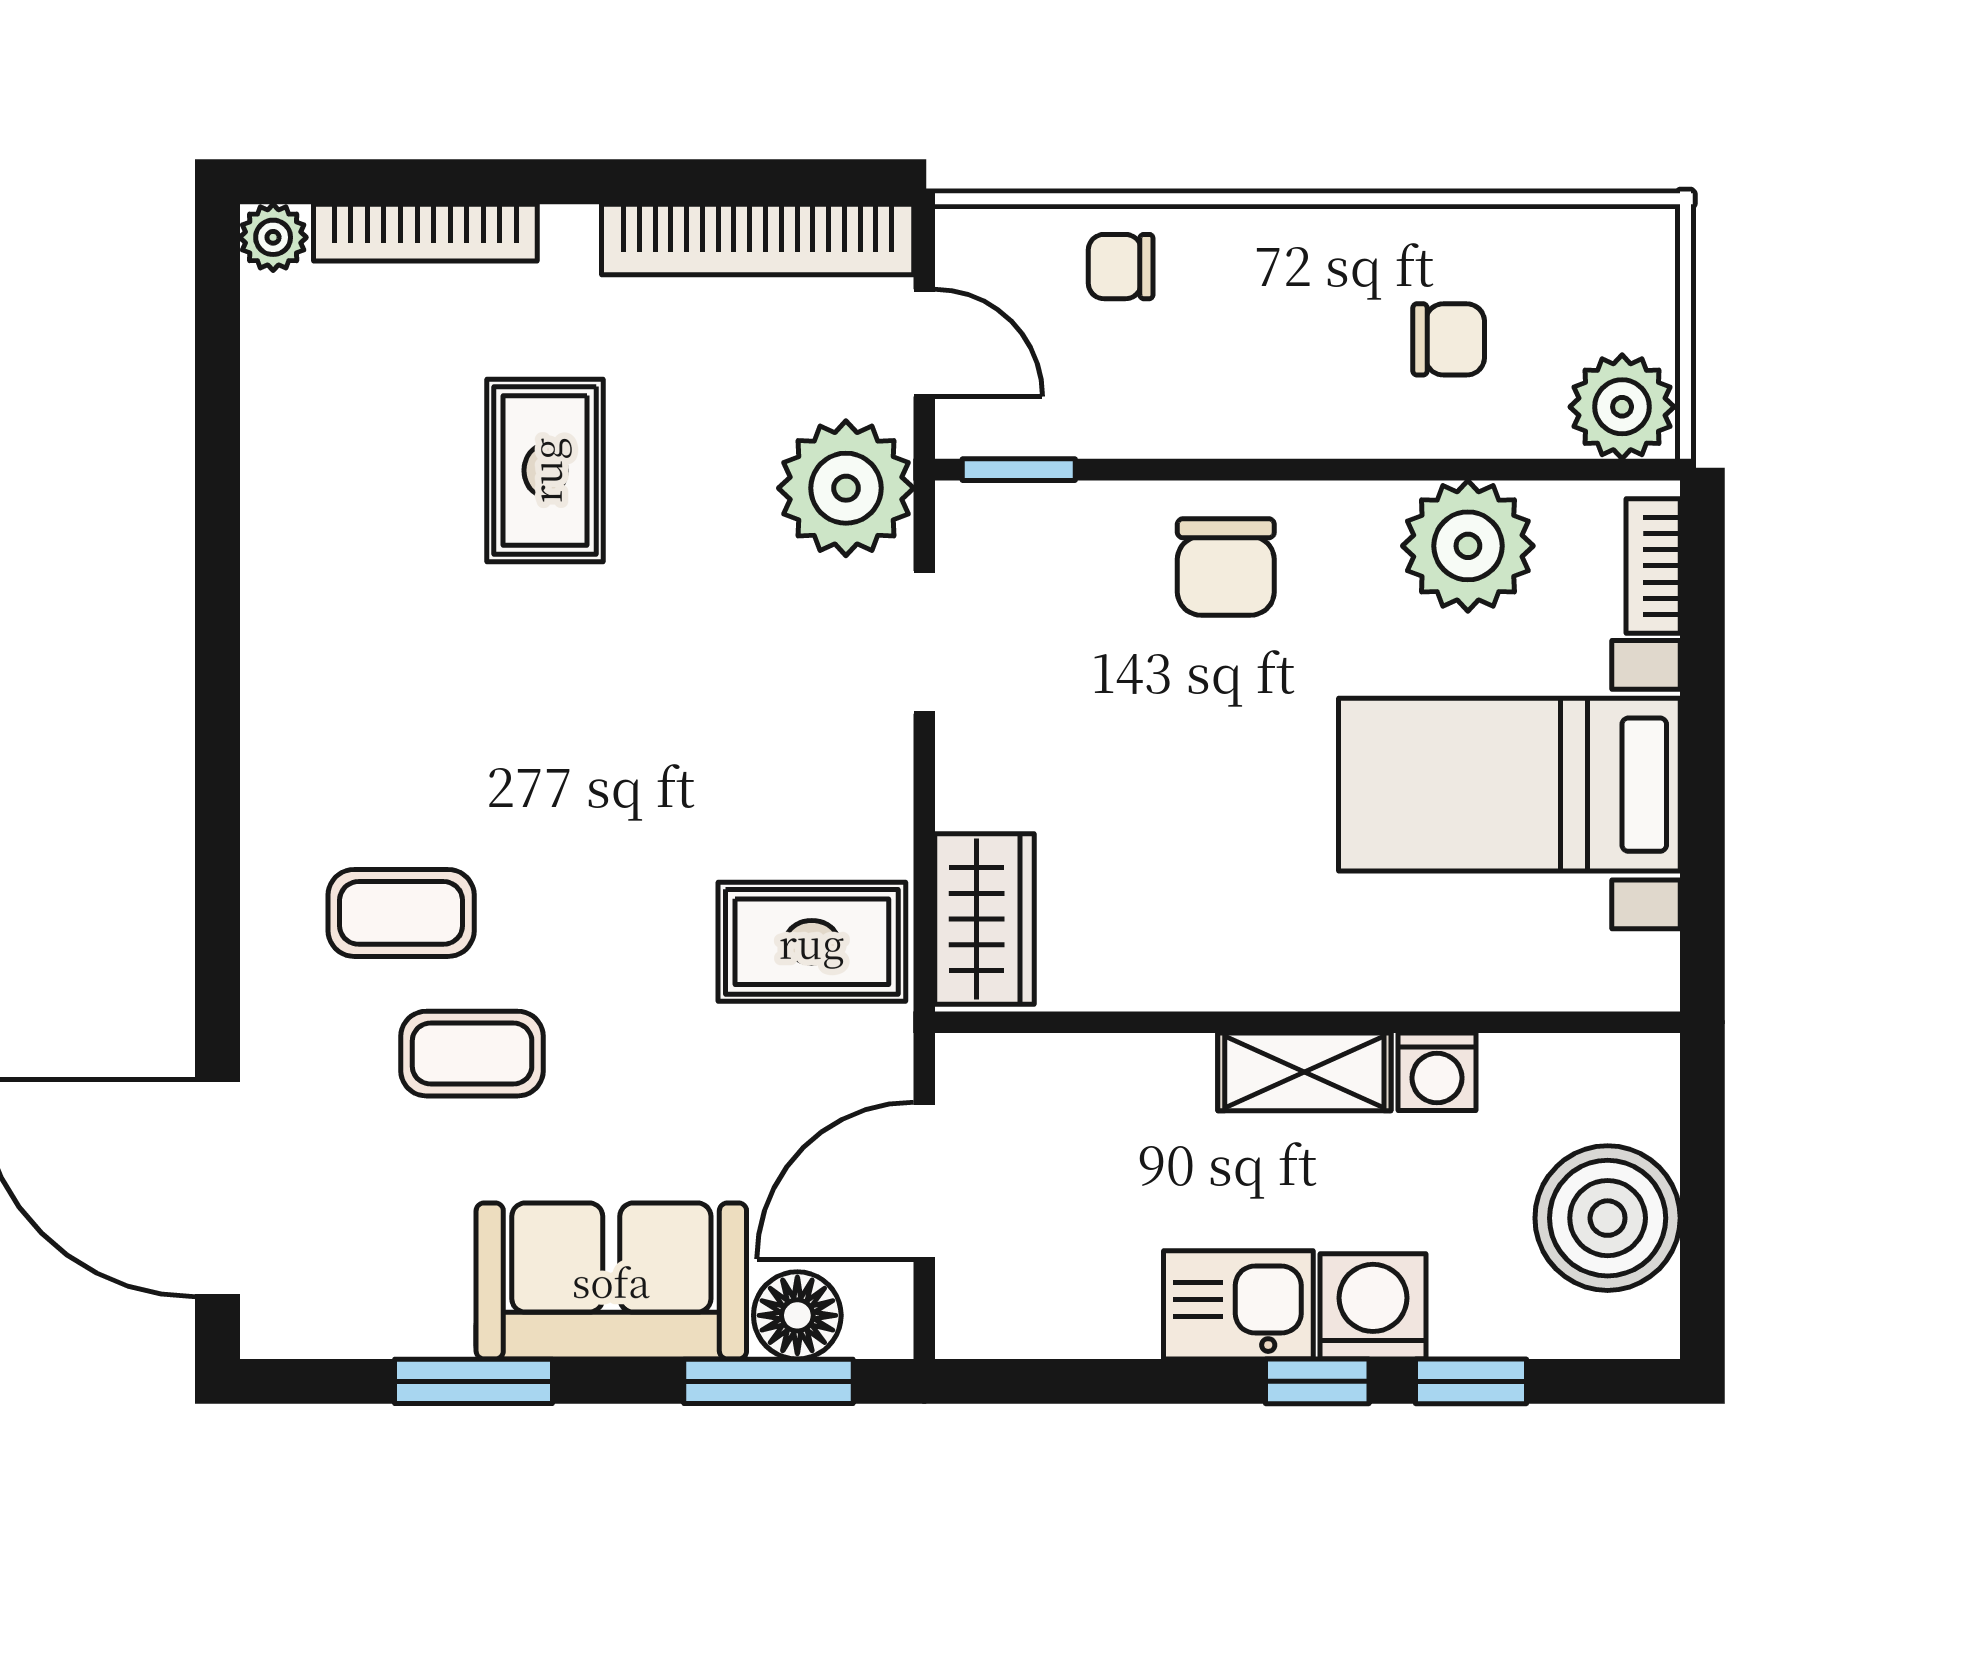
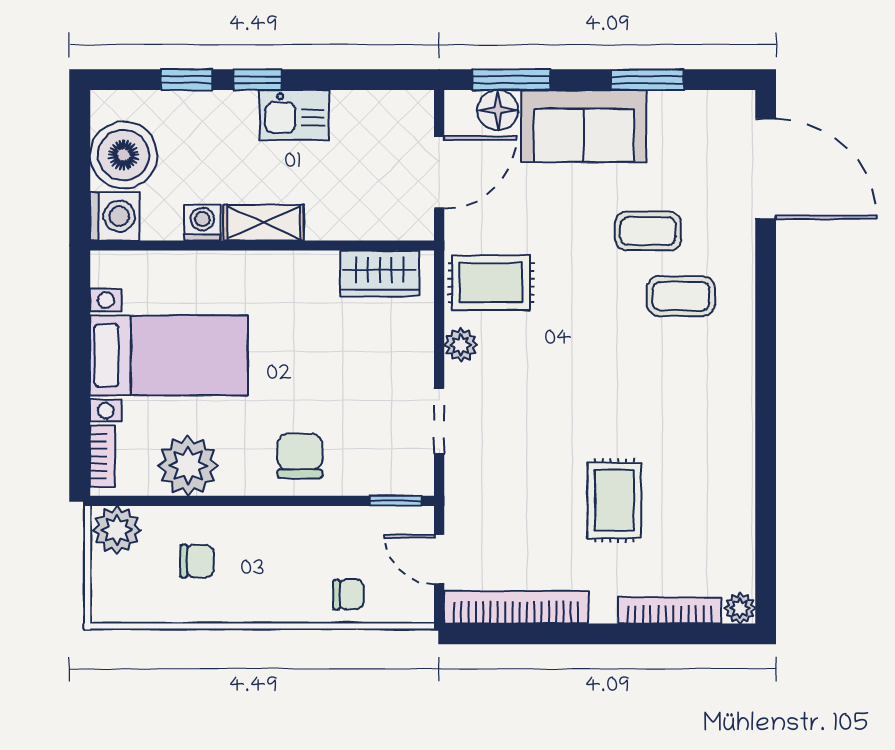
chair: (1449, 339) -> (197, 561), turned 180
plant: (846, 488) -> (461, 345), moved, width x0.53, depth x0.53
wardrobe: (985, 919) -> (380, 273), moved, turned -90
washing machine: (1373, 1306) -> (114, 216), moved, turned -90

